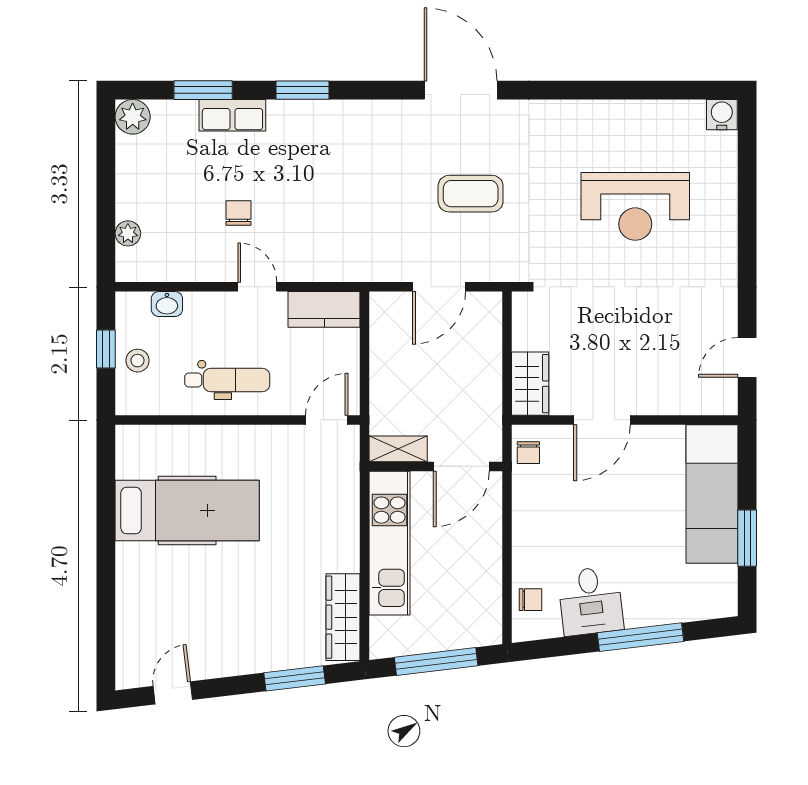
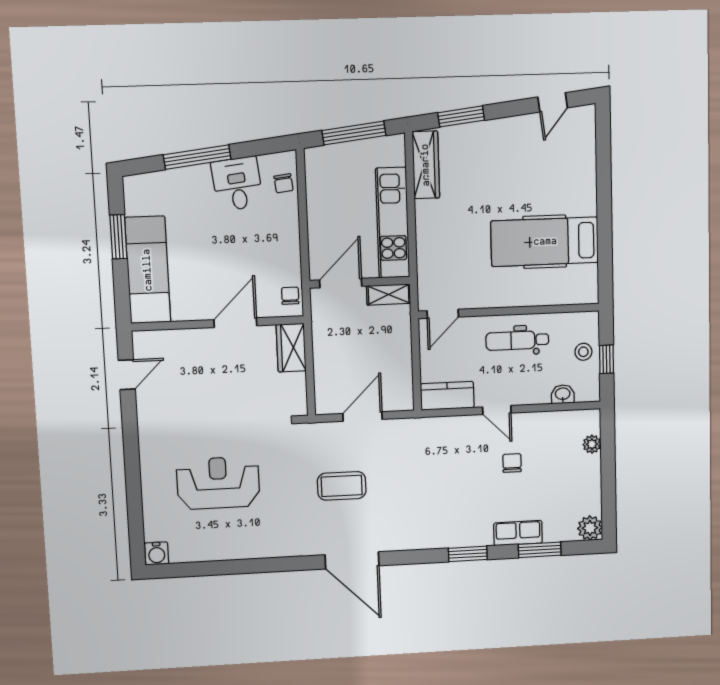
chair: (238, 213) -> (512, 463), turned 180
chair: (530, 600) -> (284, 183), turned -97

